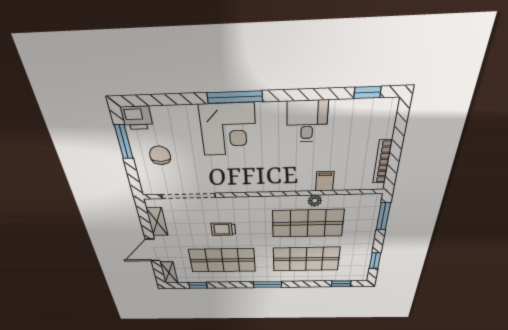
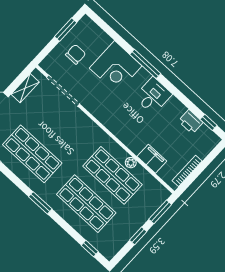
printer: (137, 118) -> (191, 122), moved
desk: (307, 121) -> (153, 96), moved
corner desk: (228, 130) -> (116, 67), moved
filing cabinet: (325, 181) -> (152, 159), width x2.00
trolley: (223, 229) -> (59, 132), removed
window: (375, 261) -> (138, 236), moved

